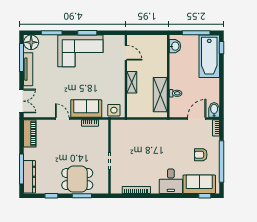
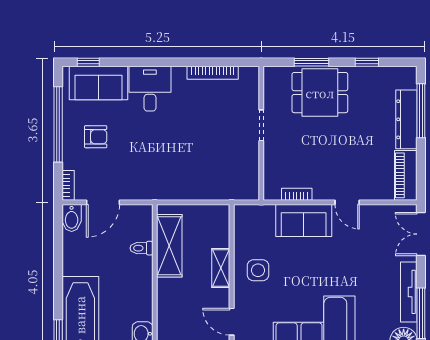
side table: (114, 110) -> (258, 270), moved
dresser: (29, 177) -> (406, 119), moved

